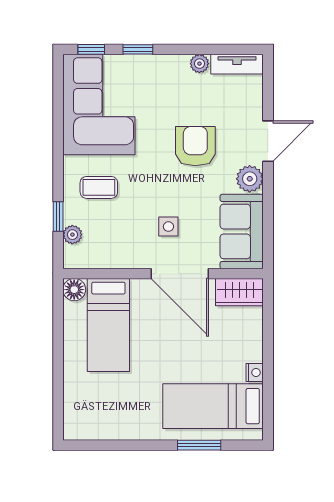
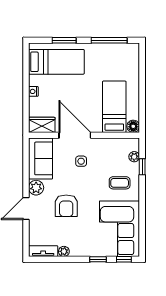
nightstand: (255, 373) -> (33, 91), moved
window: (118, 445) -> (109, 40), added

